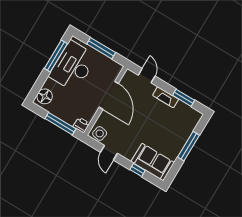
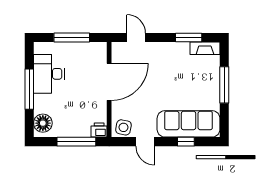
window: (56, 56) -> (29, 89), moved
desk: (73, 66) -> (49, 74), width x0.73, depth x0.77
door: (109, 95) -> (109, 82), hinge flipped
fireplace: (166, 97) -> (205, 48), moved
sofa: (153, 162) -> (189, 124), width x1.36

